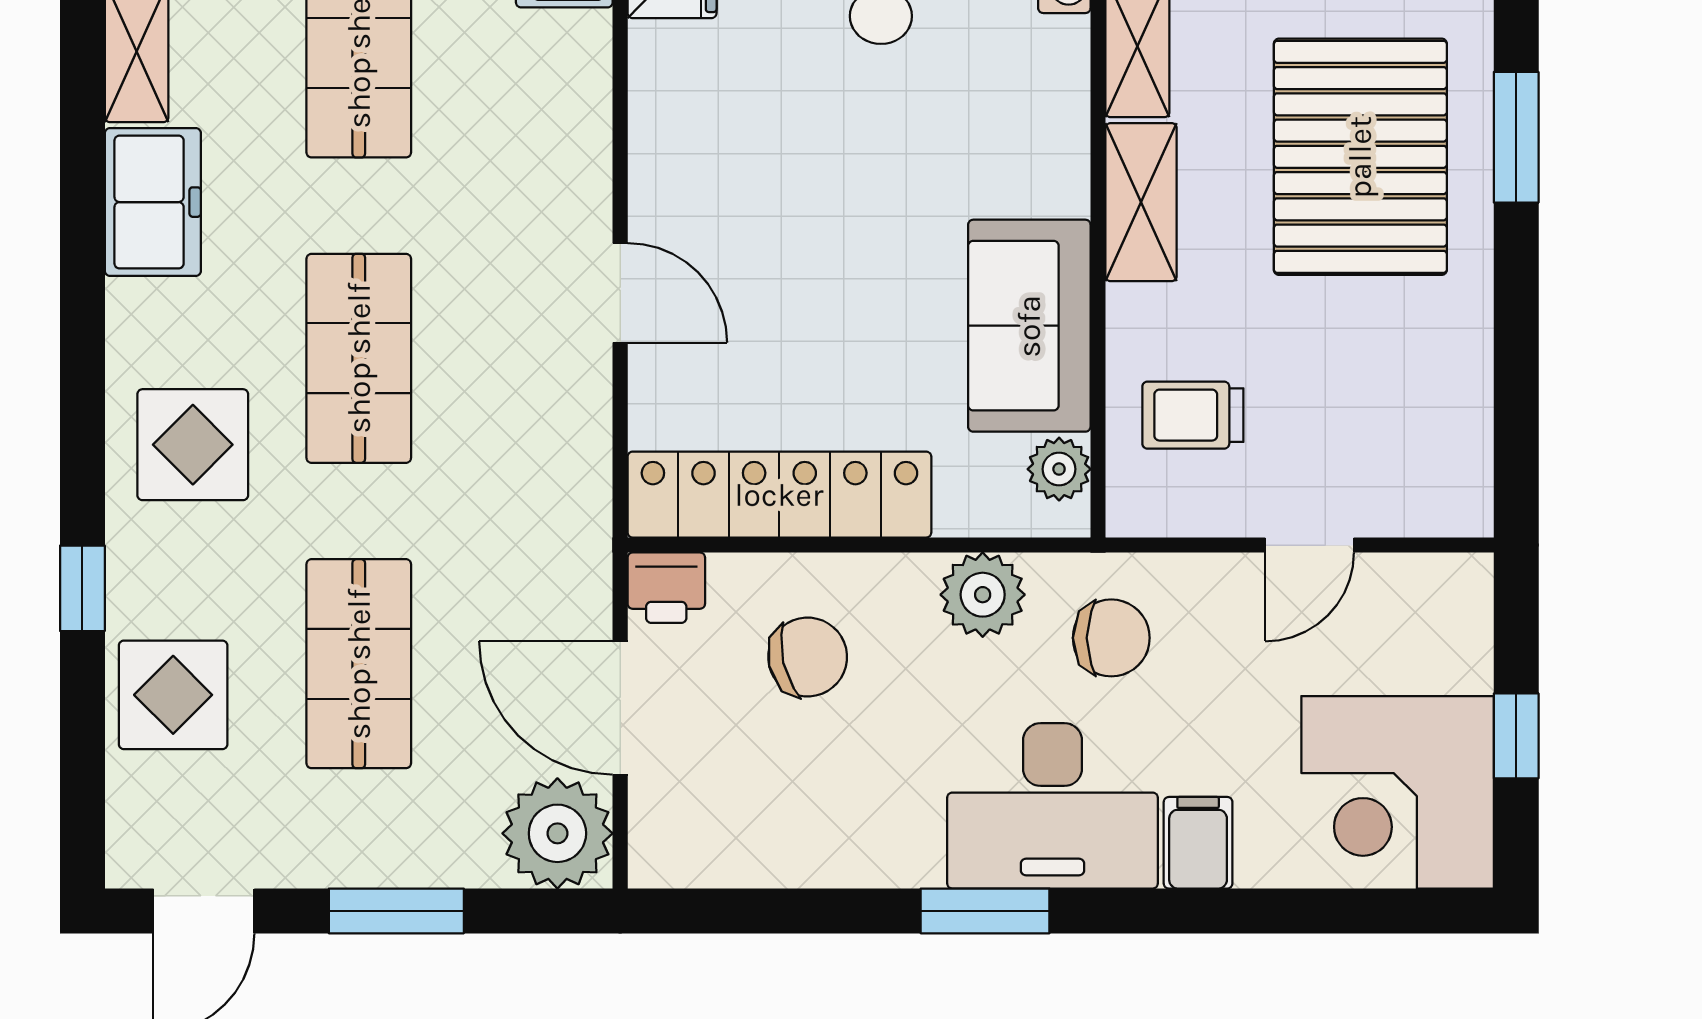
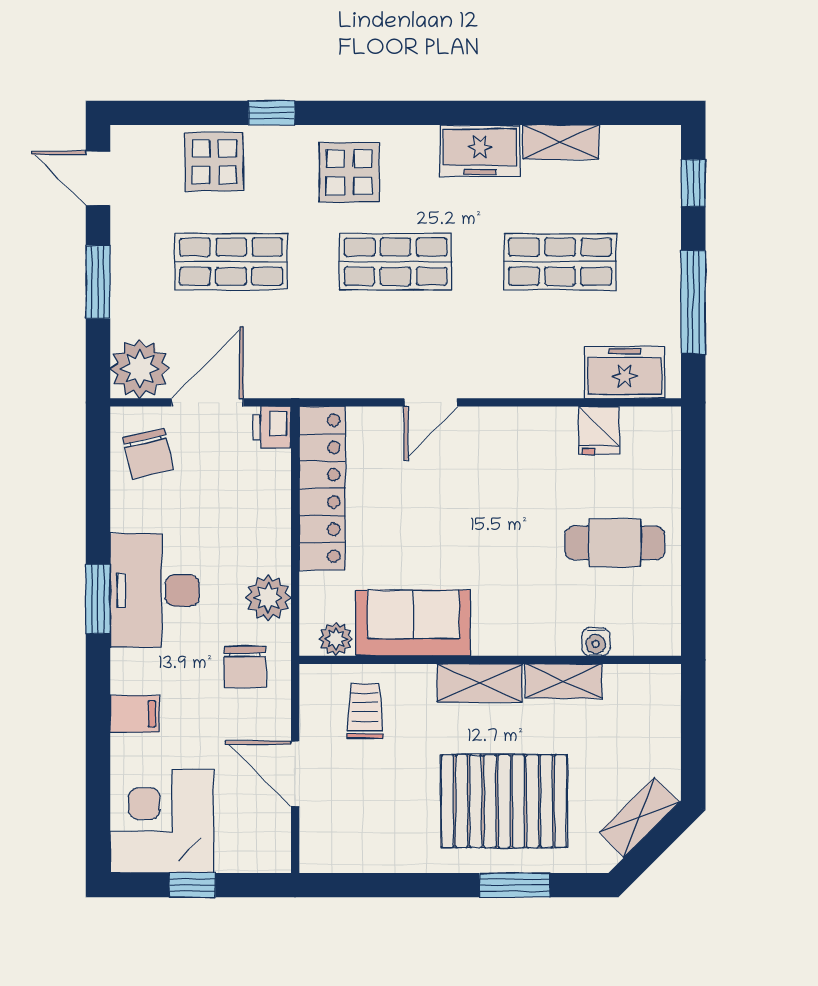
door: (1309, 545) -> (295, 774), width x1.38
chair: (808, 657) -> (148, 453), moved
desk: (1053, 806) -> (155, 590), moved

